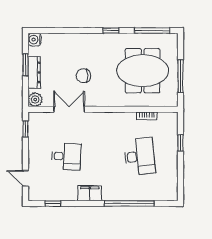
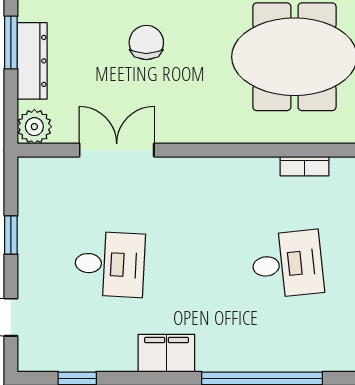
chair: (83, 76) -> (146, 43), moved, turned 90
window: (25, 129) -> (11, 235), moved
desk: (140, 156) -> (287, 264), width x0.73

